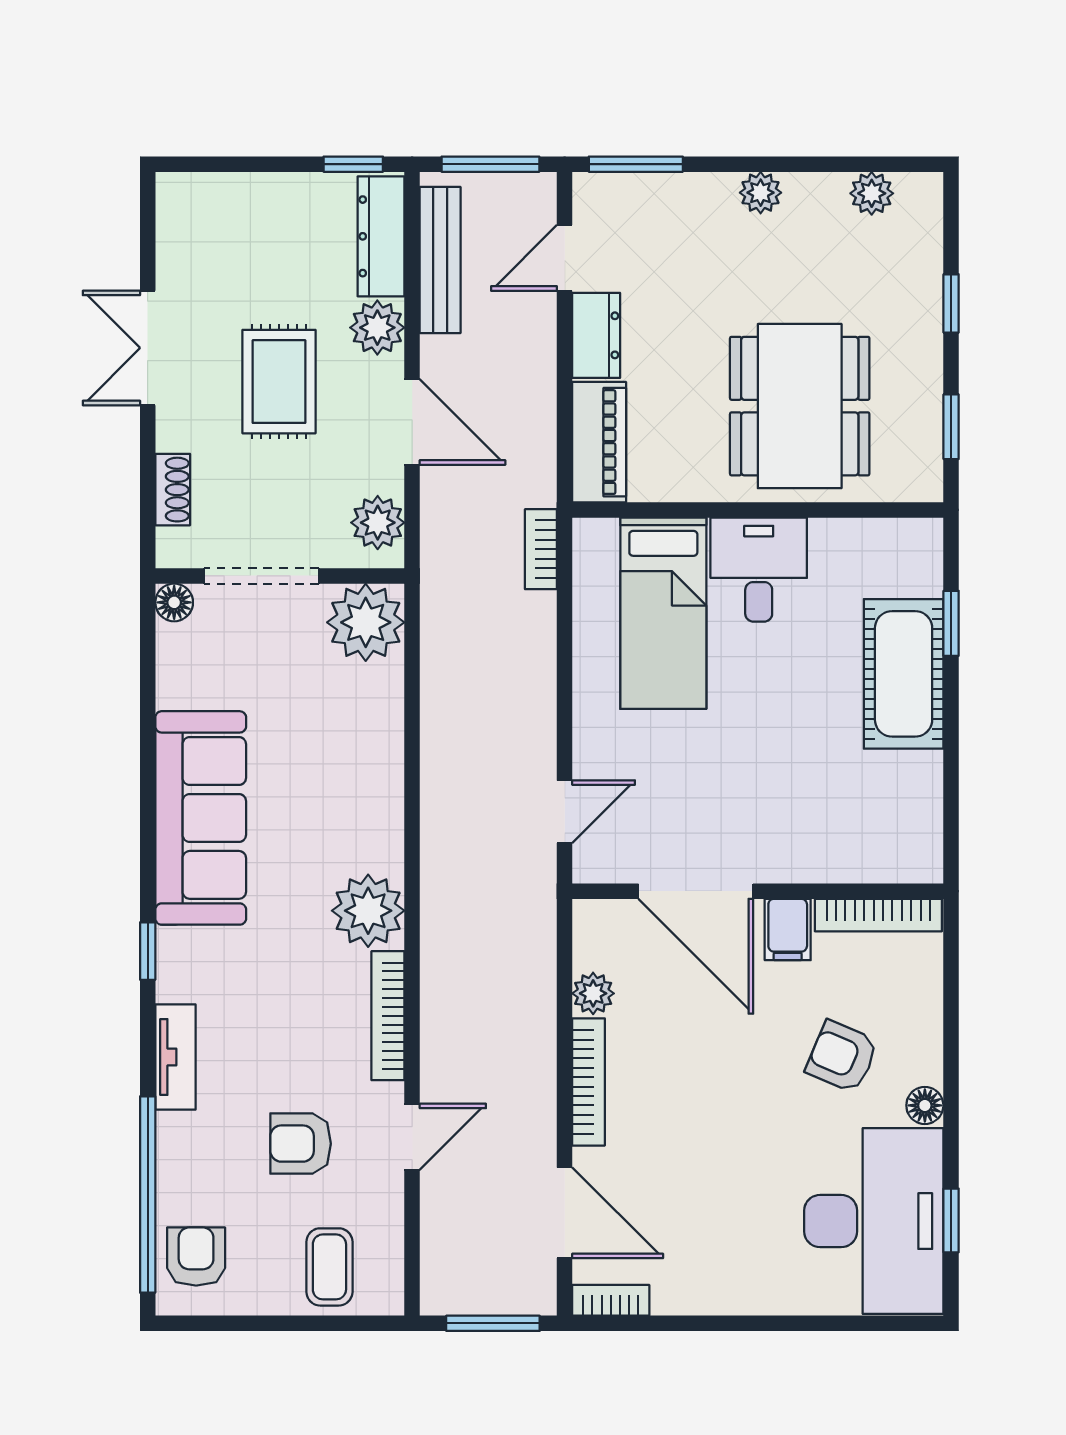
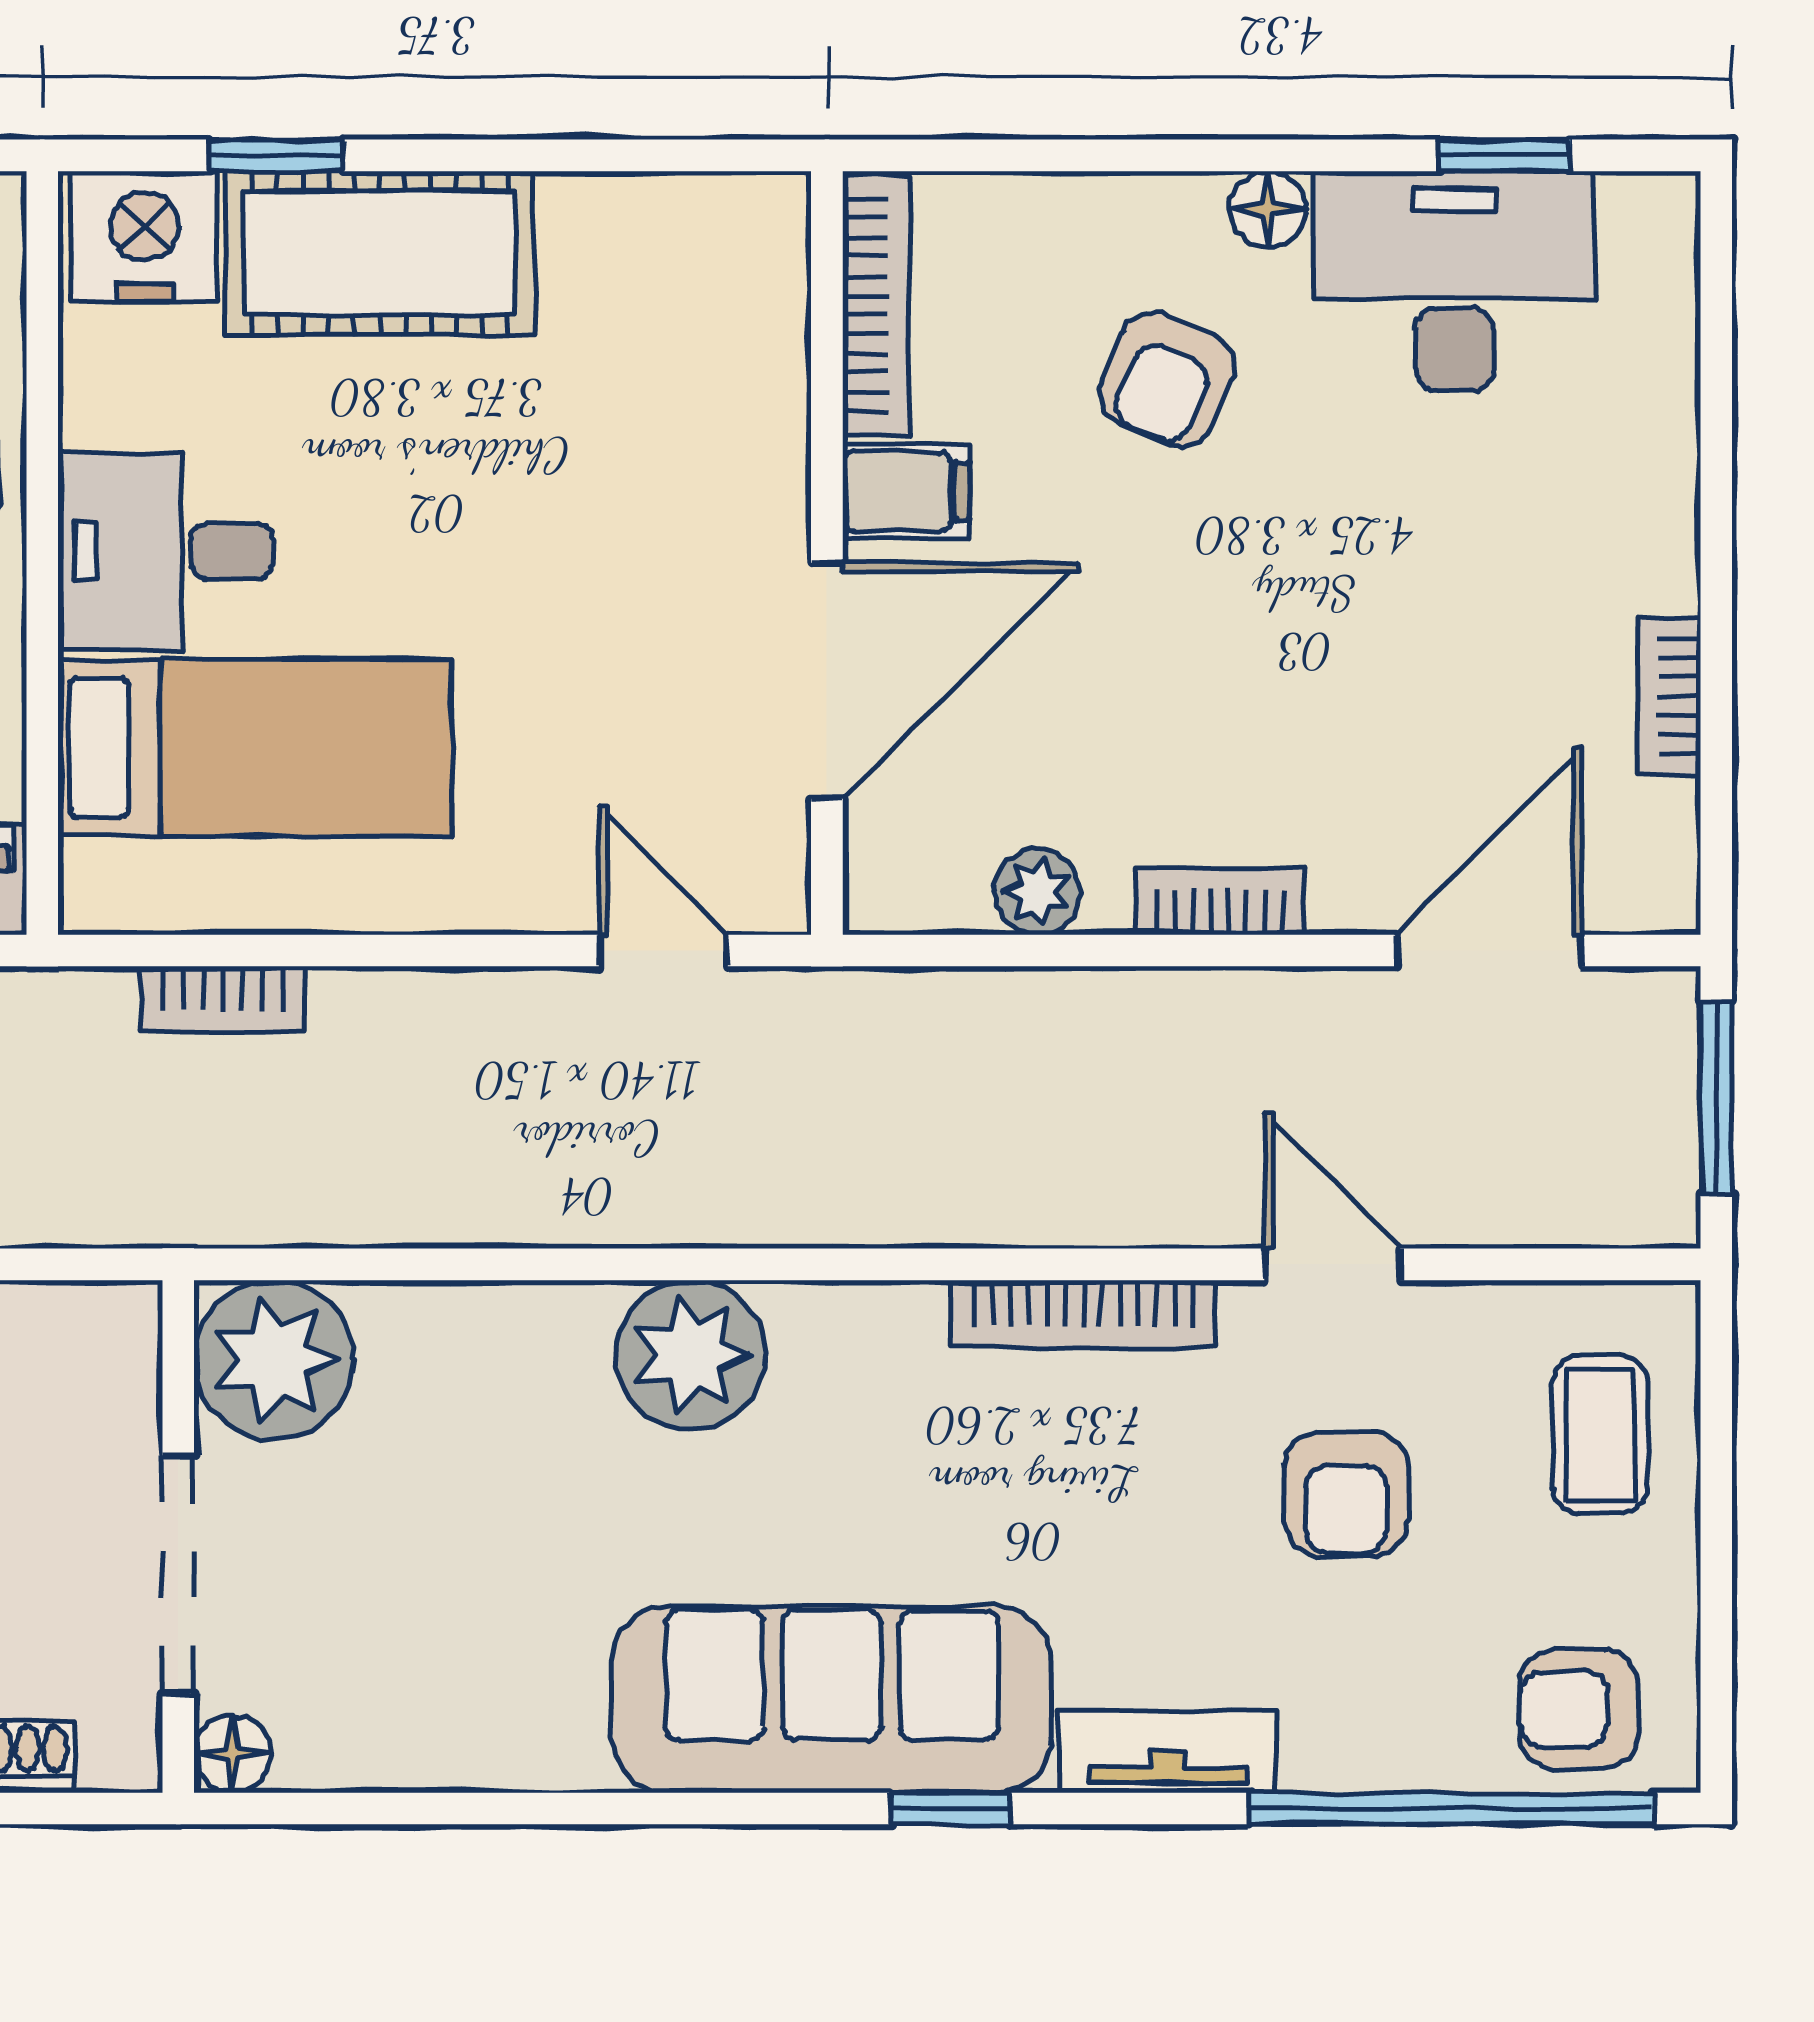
plant: (378, 523) -> (68, 1335), removed
bookcase: (541, 549) -> (223, 999), moved
nightstand: (912, 560) -> (144, 237), added
sofa: (201, 818) -> (832, 1699), moved
plant: (368, 911) -> (690, 1355), moved
bookcase: (589, 1082) -> (1220, 901), width x0.64
desk: (874, 1221) -> (1455, 281), width x0.73, depth x0.77
coffee table: (329, 1267) -> (1600, 1435), turned 90
bookcase: (611, 1300) -> (1669, 696), moved

